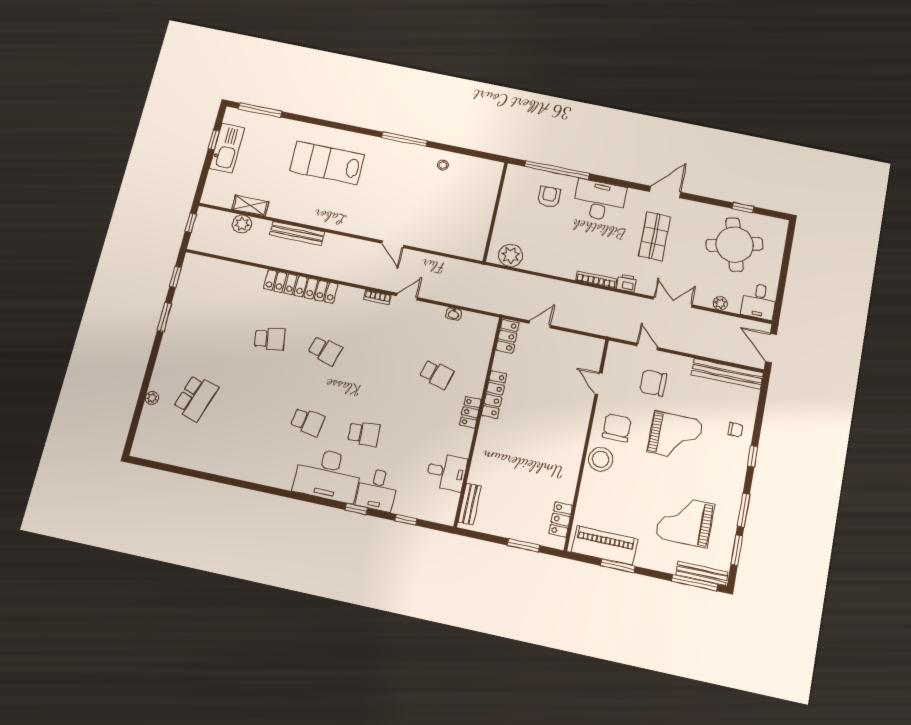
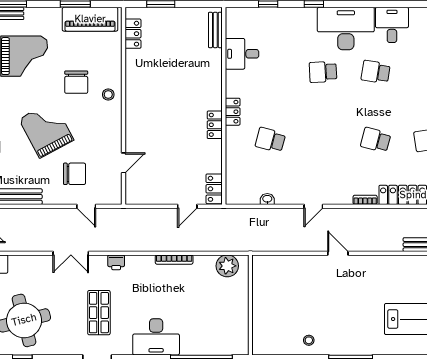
armchair: (549, 197) -> (204, 330), removed
bookcase: (596, 280) -> (174, 260), moved
bookcase: (377, 297) -> (365, 200), moved
plant: (720, 303) -> (27, 261), removed
door: (599, 383) -> (123, 163), hinge flipped
locker: (494, 394) -> (215, 125), width x0.66
chair: (617, 428) -> (76, 82), moved
grand piano: (675, 436) -> (46, 129), turned 62
stool: (601, 459) -> (108, 94), width x0.53, depth x0.53
desk: (377, 490) -> (392, 25), moved

